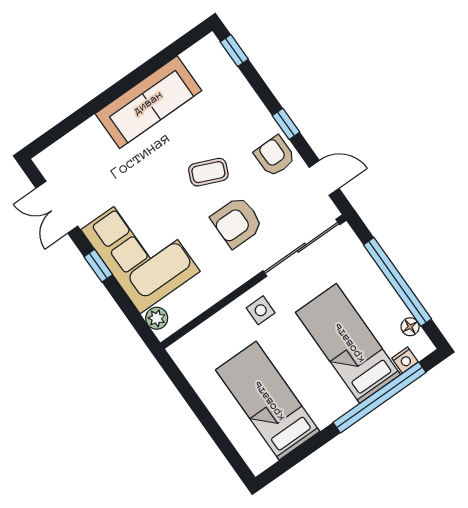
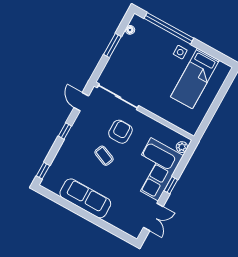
armchair: (275, 156) -> (82, 129), removed
armchair: (237, 222) -> (120, 132), turned -90
window: (397, 282) -> (112, 46), width x0.47
side table: (261, 310) -> (180, 52), moved
bed: (348, 343) -> (151, 54), removed
nightstand: (405, 360) -> (146, 25), removed

